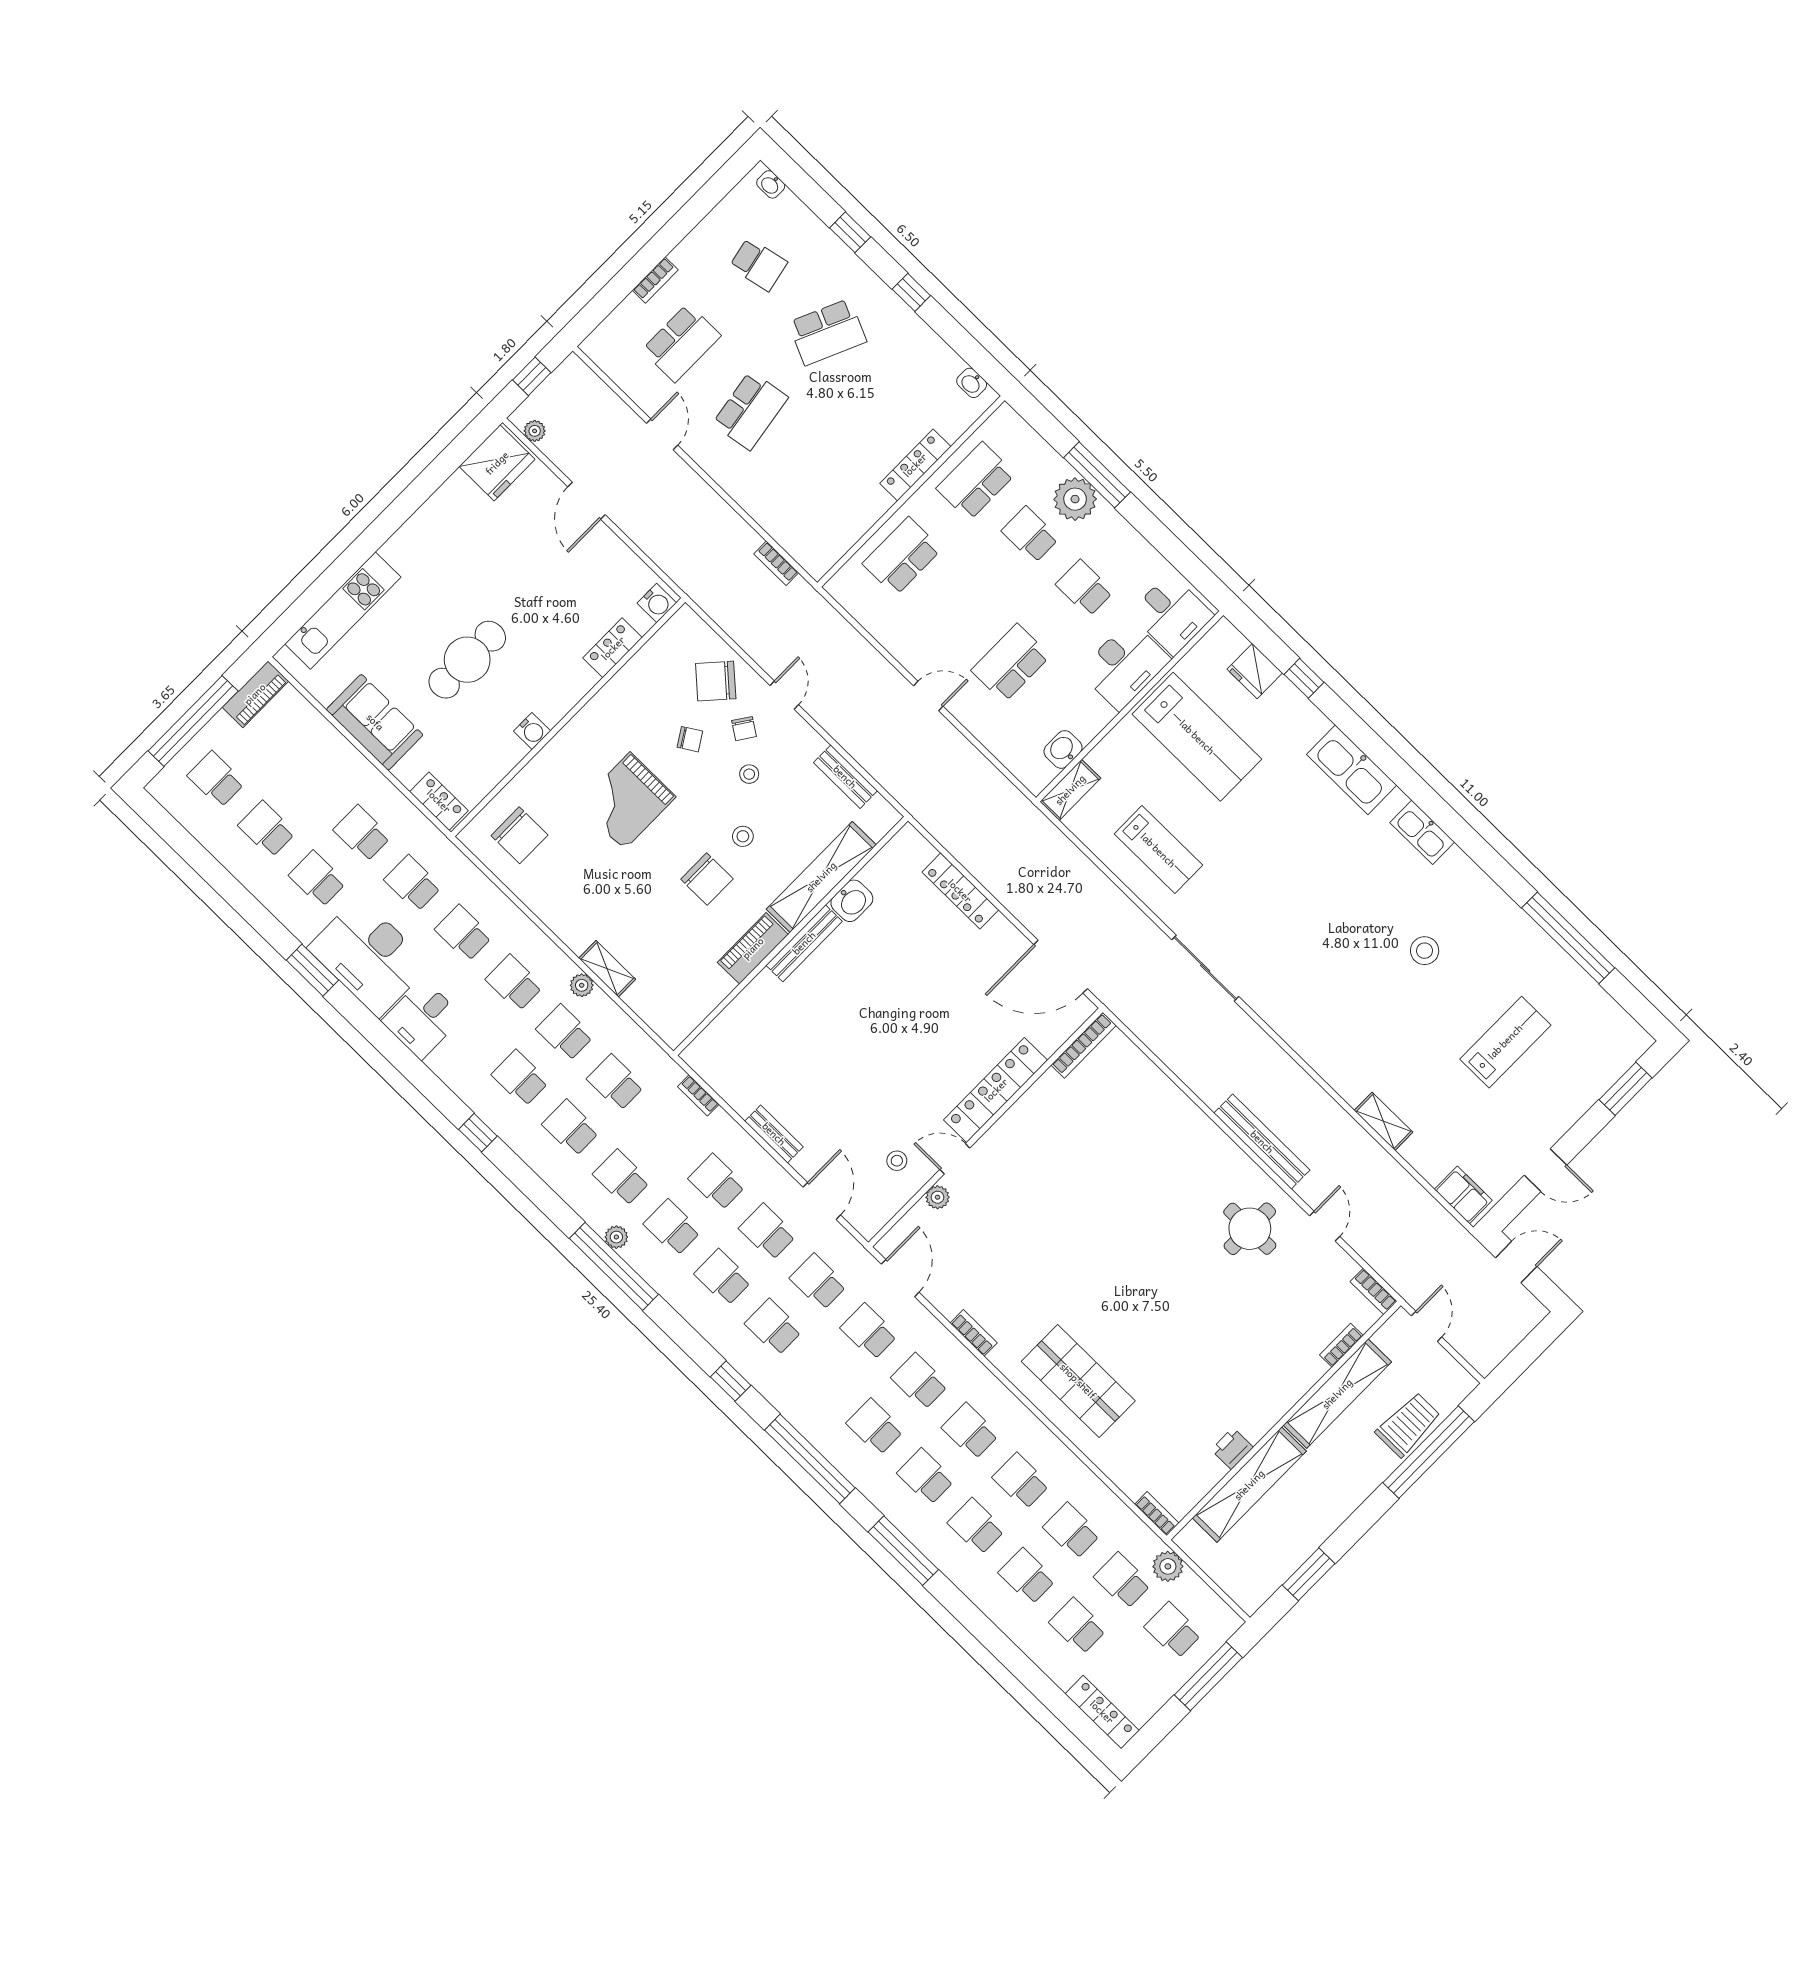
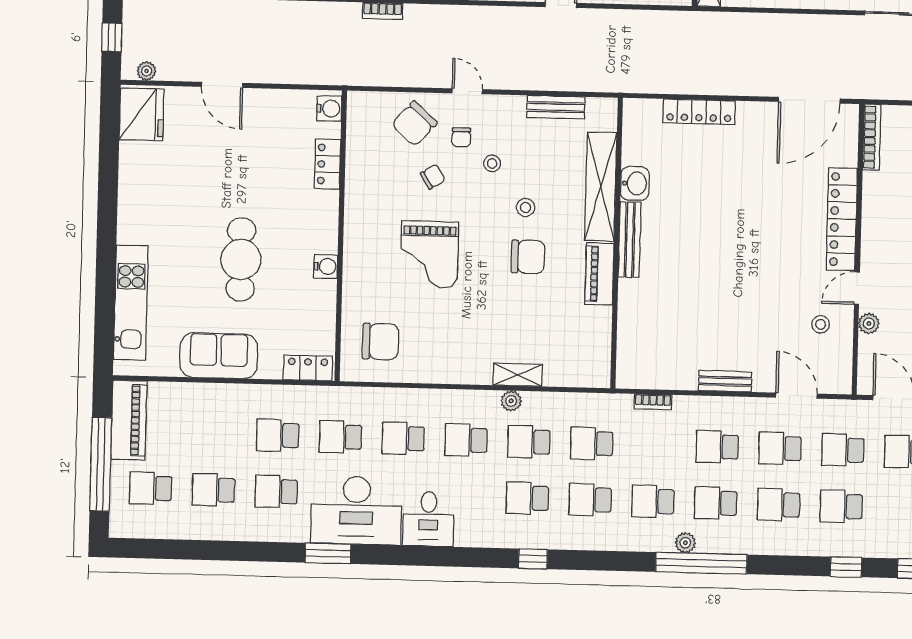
piano: (255, 694) -> (129, 420), width x1.37, depth x1.33
chair: (744, 729) -> (461, 137), turned 56

